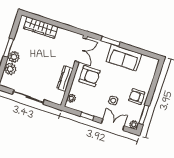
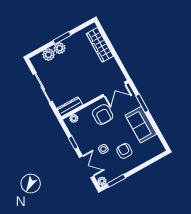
dresser: (65, 78) -> (70, 107), moved
armchair: (137, 97) -> (124, 151), moved

